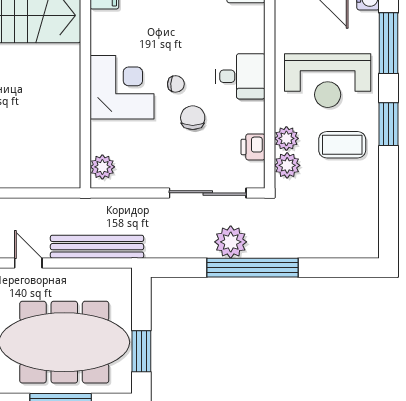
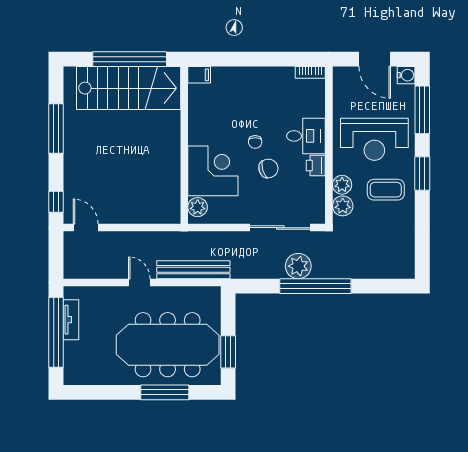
chair: (176, 84) -> (255, 142), turned 87
corner desk: (122, 87) -> (213, 171), moved
chair: (193, 118) -> (268, 168), turned 74
printer: (253, 147) -> (316, 166), moved

